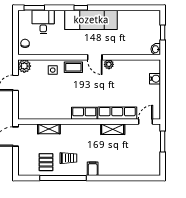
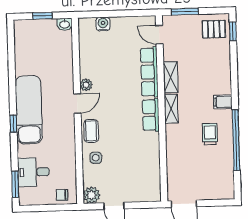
shelving: (49, 129) -> (171, 109), moved
pallet: (46, 162) -> (214, 29), moved
window: (146, 178) -> (233, 31), added

